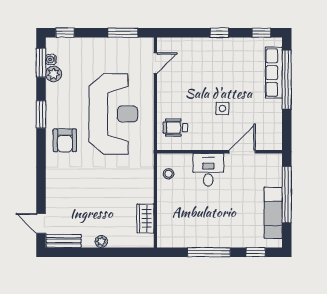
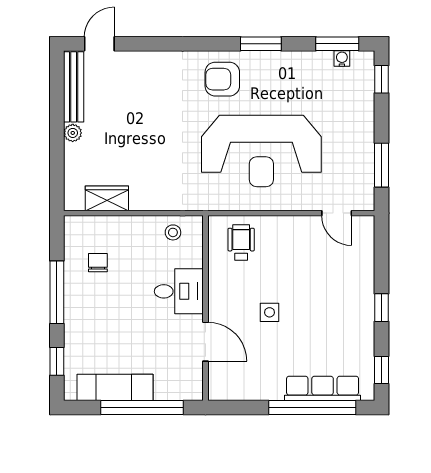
plant: (54, 74) -> (321, 62), removed
chair: (189, 224) -> (98, 263), added
bench: (64, 241) -> (74, 87), width x1.36

